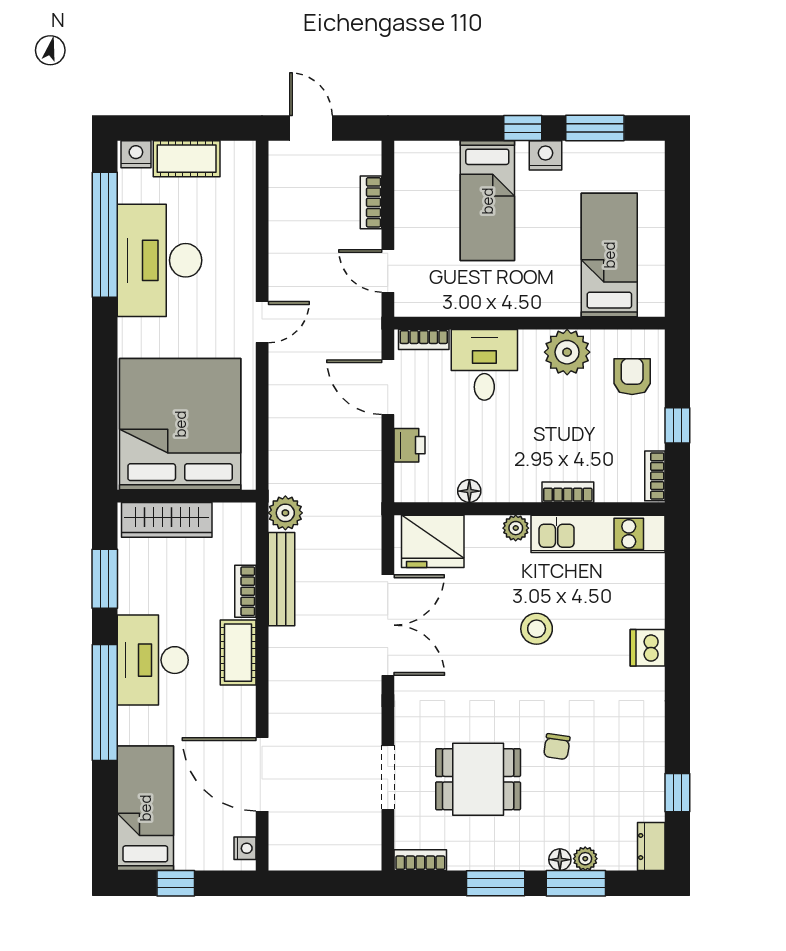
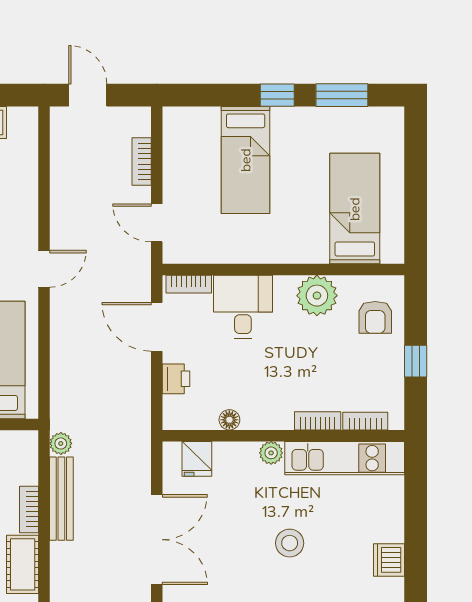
nightstand: (546, 155) -> (298, 119), removed
armchair: (632, 377) -> (375, 317), turned 180
bookcase: (655, 476) -> (365, 421), moved, turned 90
plant: (285, 513) -> (61, 443), width x0.73, depth x0.73
fridge: (433, 541) -> (197, 459), width x0.53, depth x0.75

